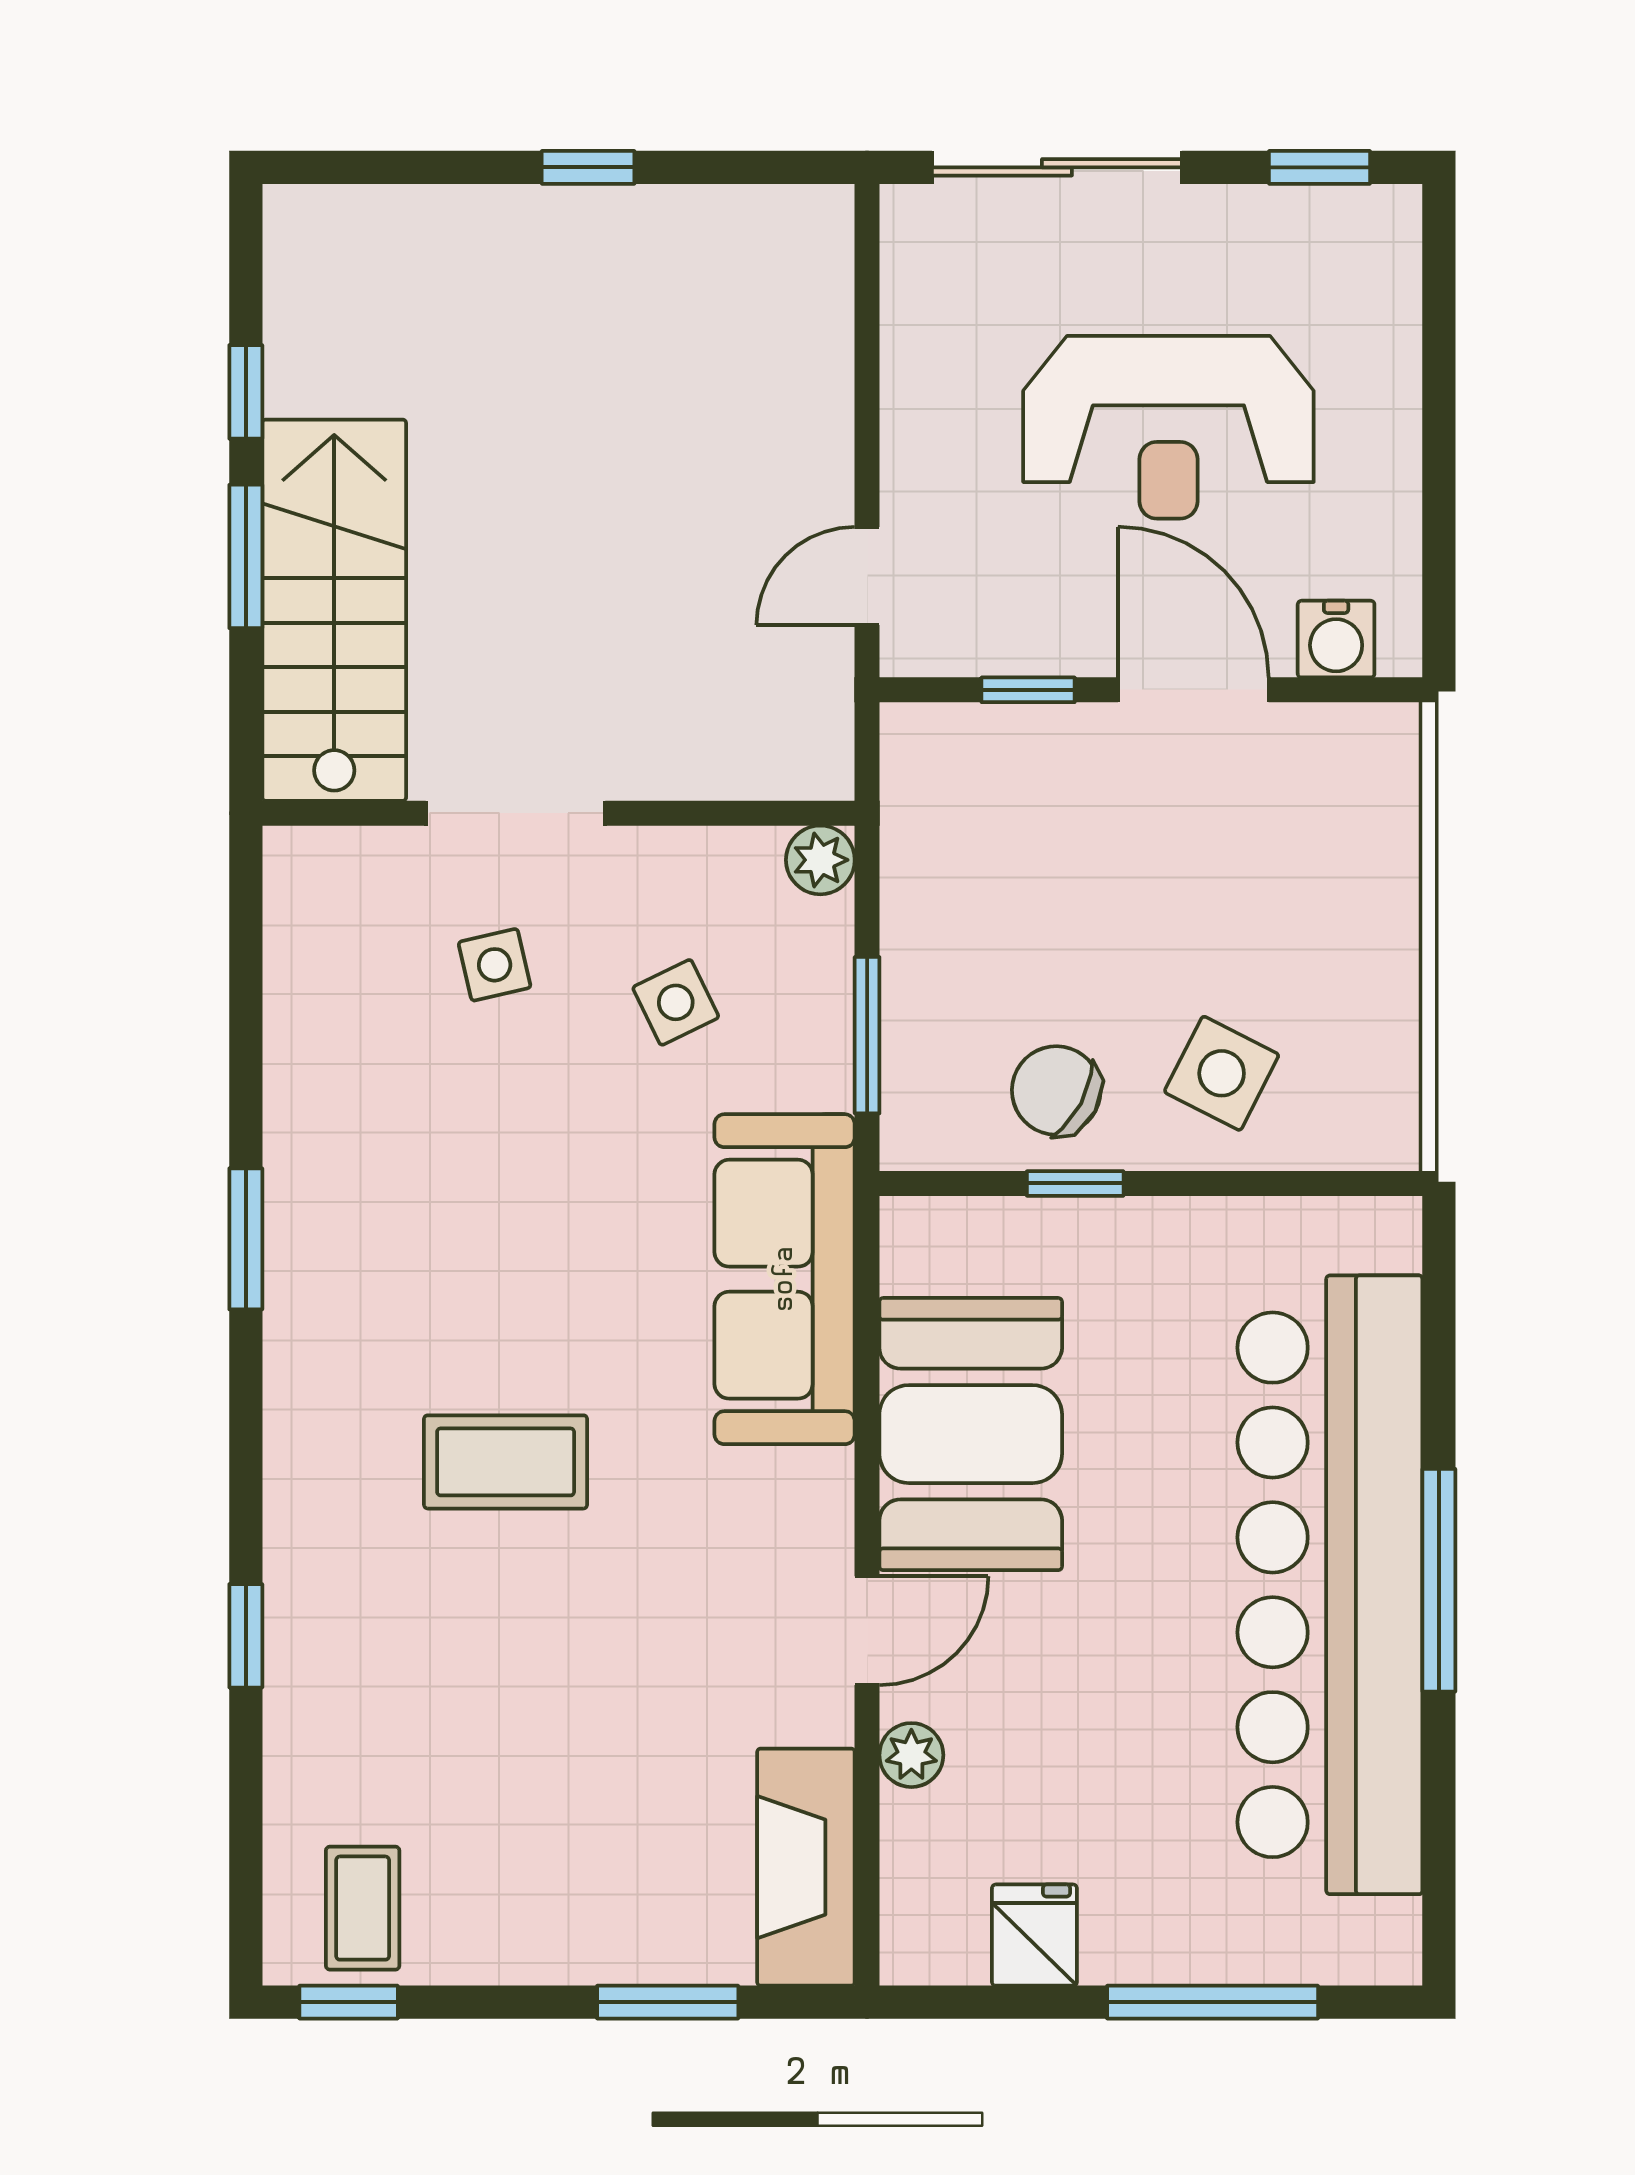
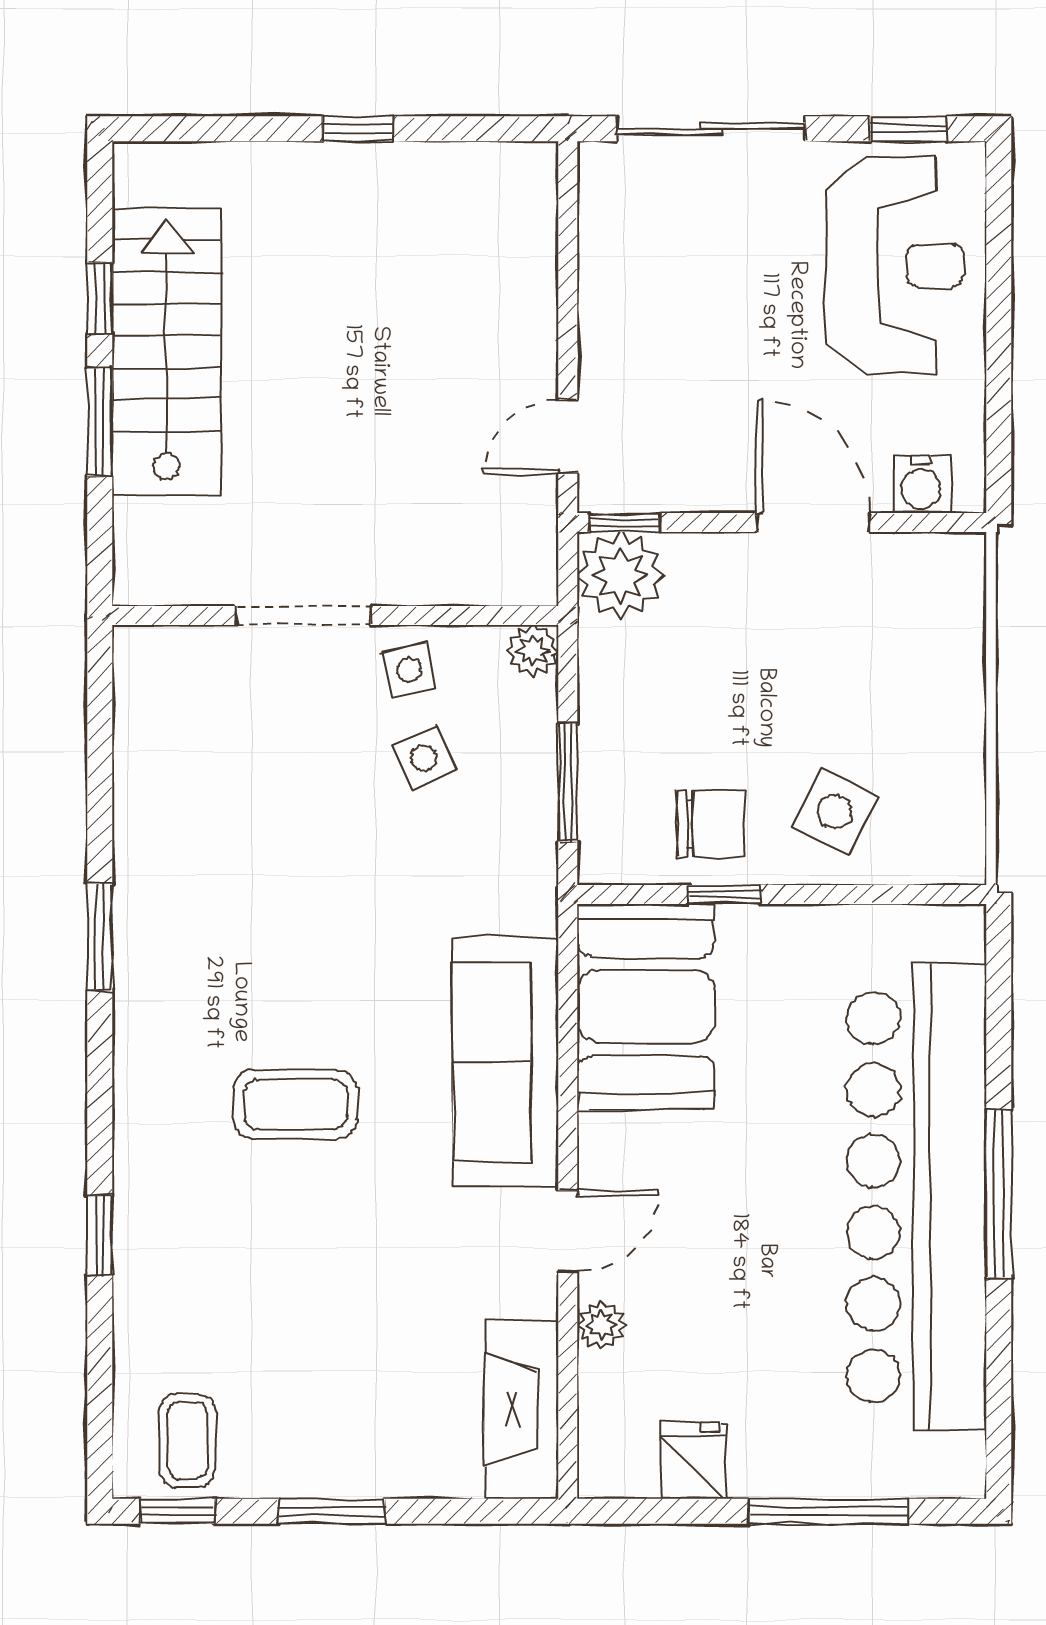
reception desk: (1168, 427) -> (895, 266), moved, turned -90
stairs: (334, 610) -> (166, 351), moved
window: (1028, 690) -> (625, 522), moved
plant: (937, 760) -> (620, 575), added
side table: (495, 965) -> (409, 669), moved
chair: (1056, 1090) -> (710, 824), turned 152
sofa: (785, 1279) -> (506, 1062), moved
booth: (971, 1434) -> (646, 1006), moved
window: (668, 2002) -> (332, 1511), moved

